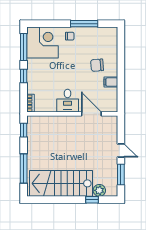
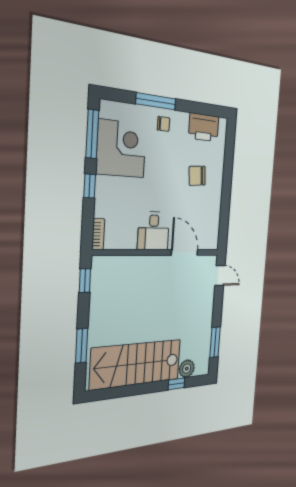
window: (84, 24) -> (156, 101), moved
printer: (99, 35) -> (204, 127), added
corner desk: (42, 43) -> (121, 149), moved
filing cabinet: (111, 82) -> (213, 203), removed
door: (121, 150) -> (220, 276), moved
window: (24, 169) -> (82, 346), width x0.69

